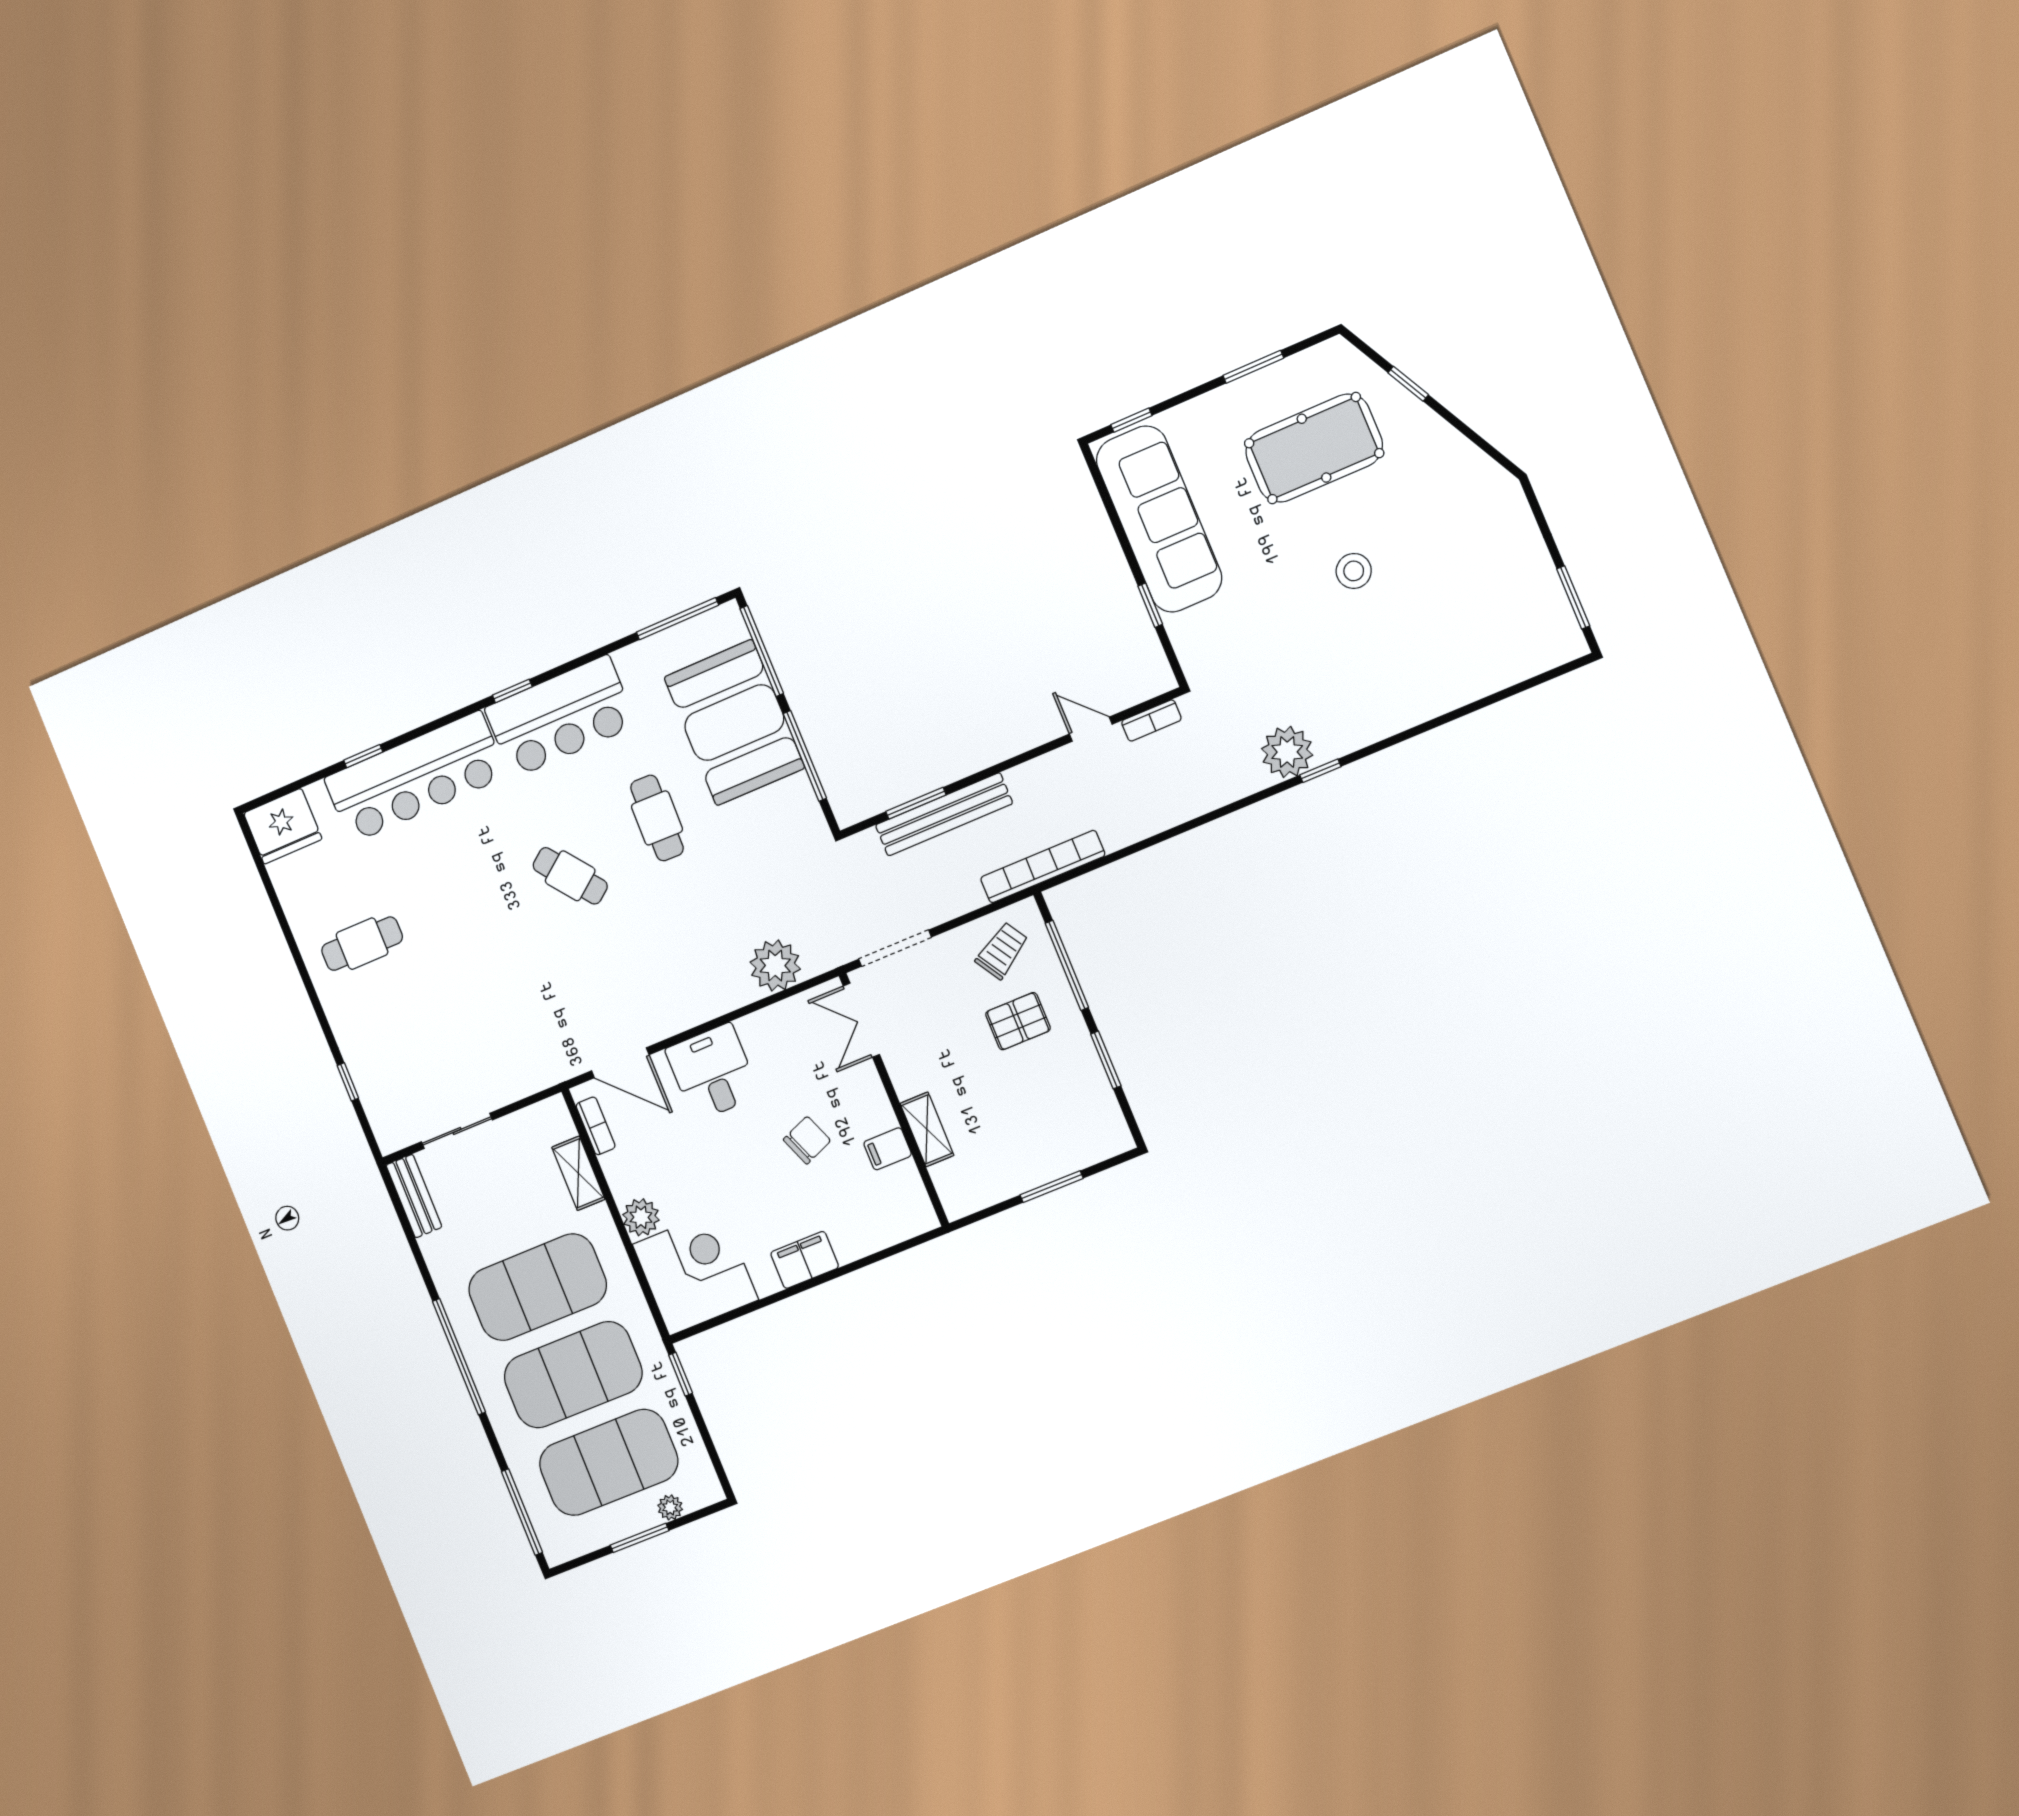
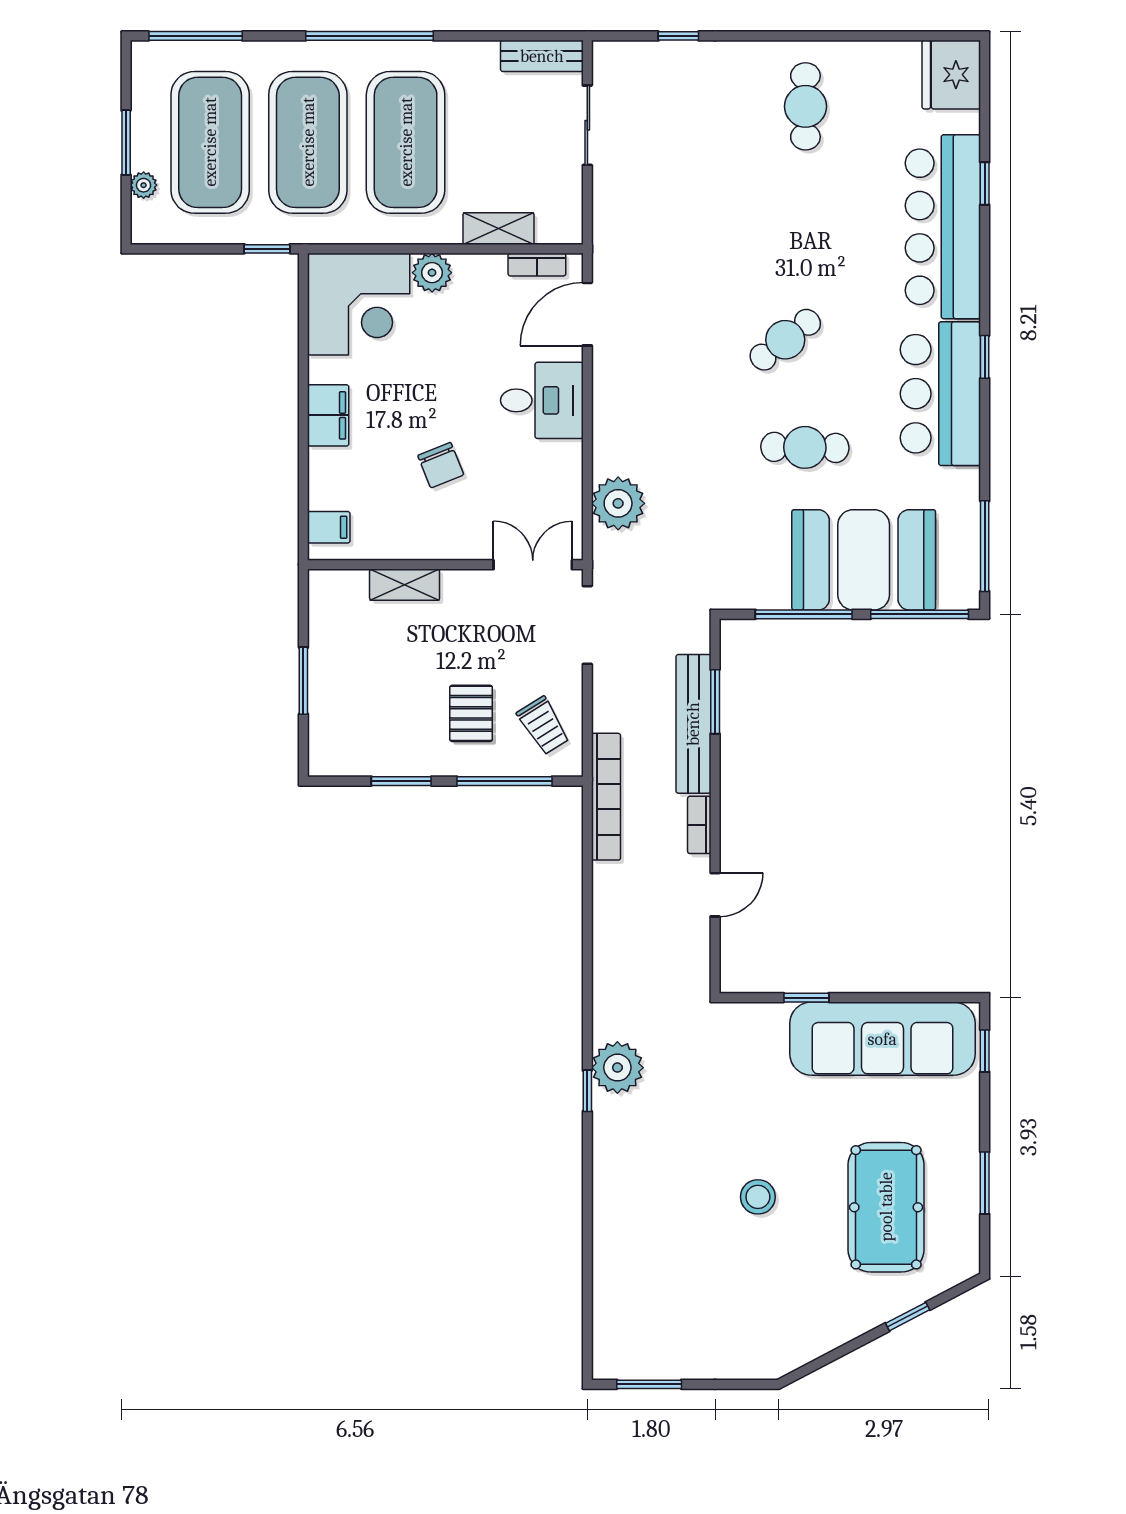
bookcase: (1151, 720) -> (699, 825), moved
filing cabinet: (888, 1149) -> (329, 527), moved, turned 90

